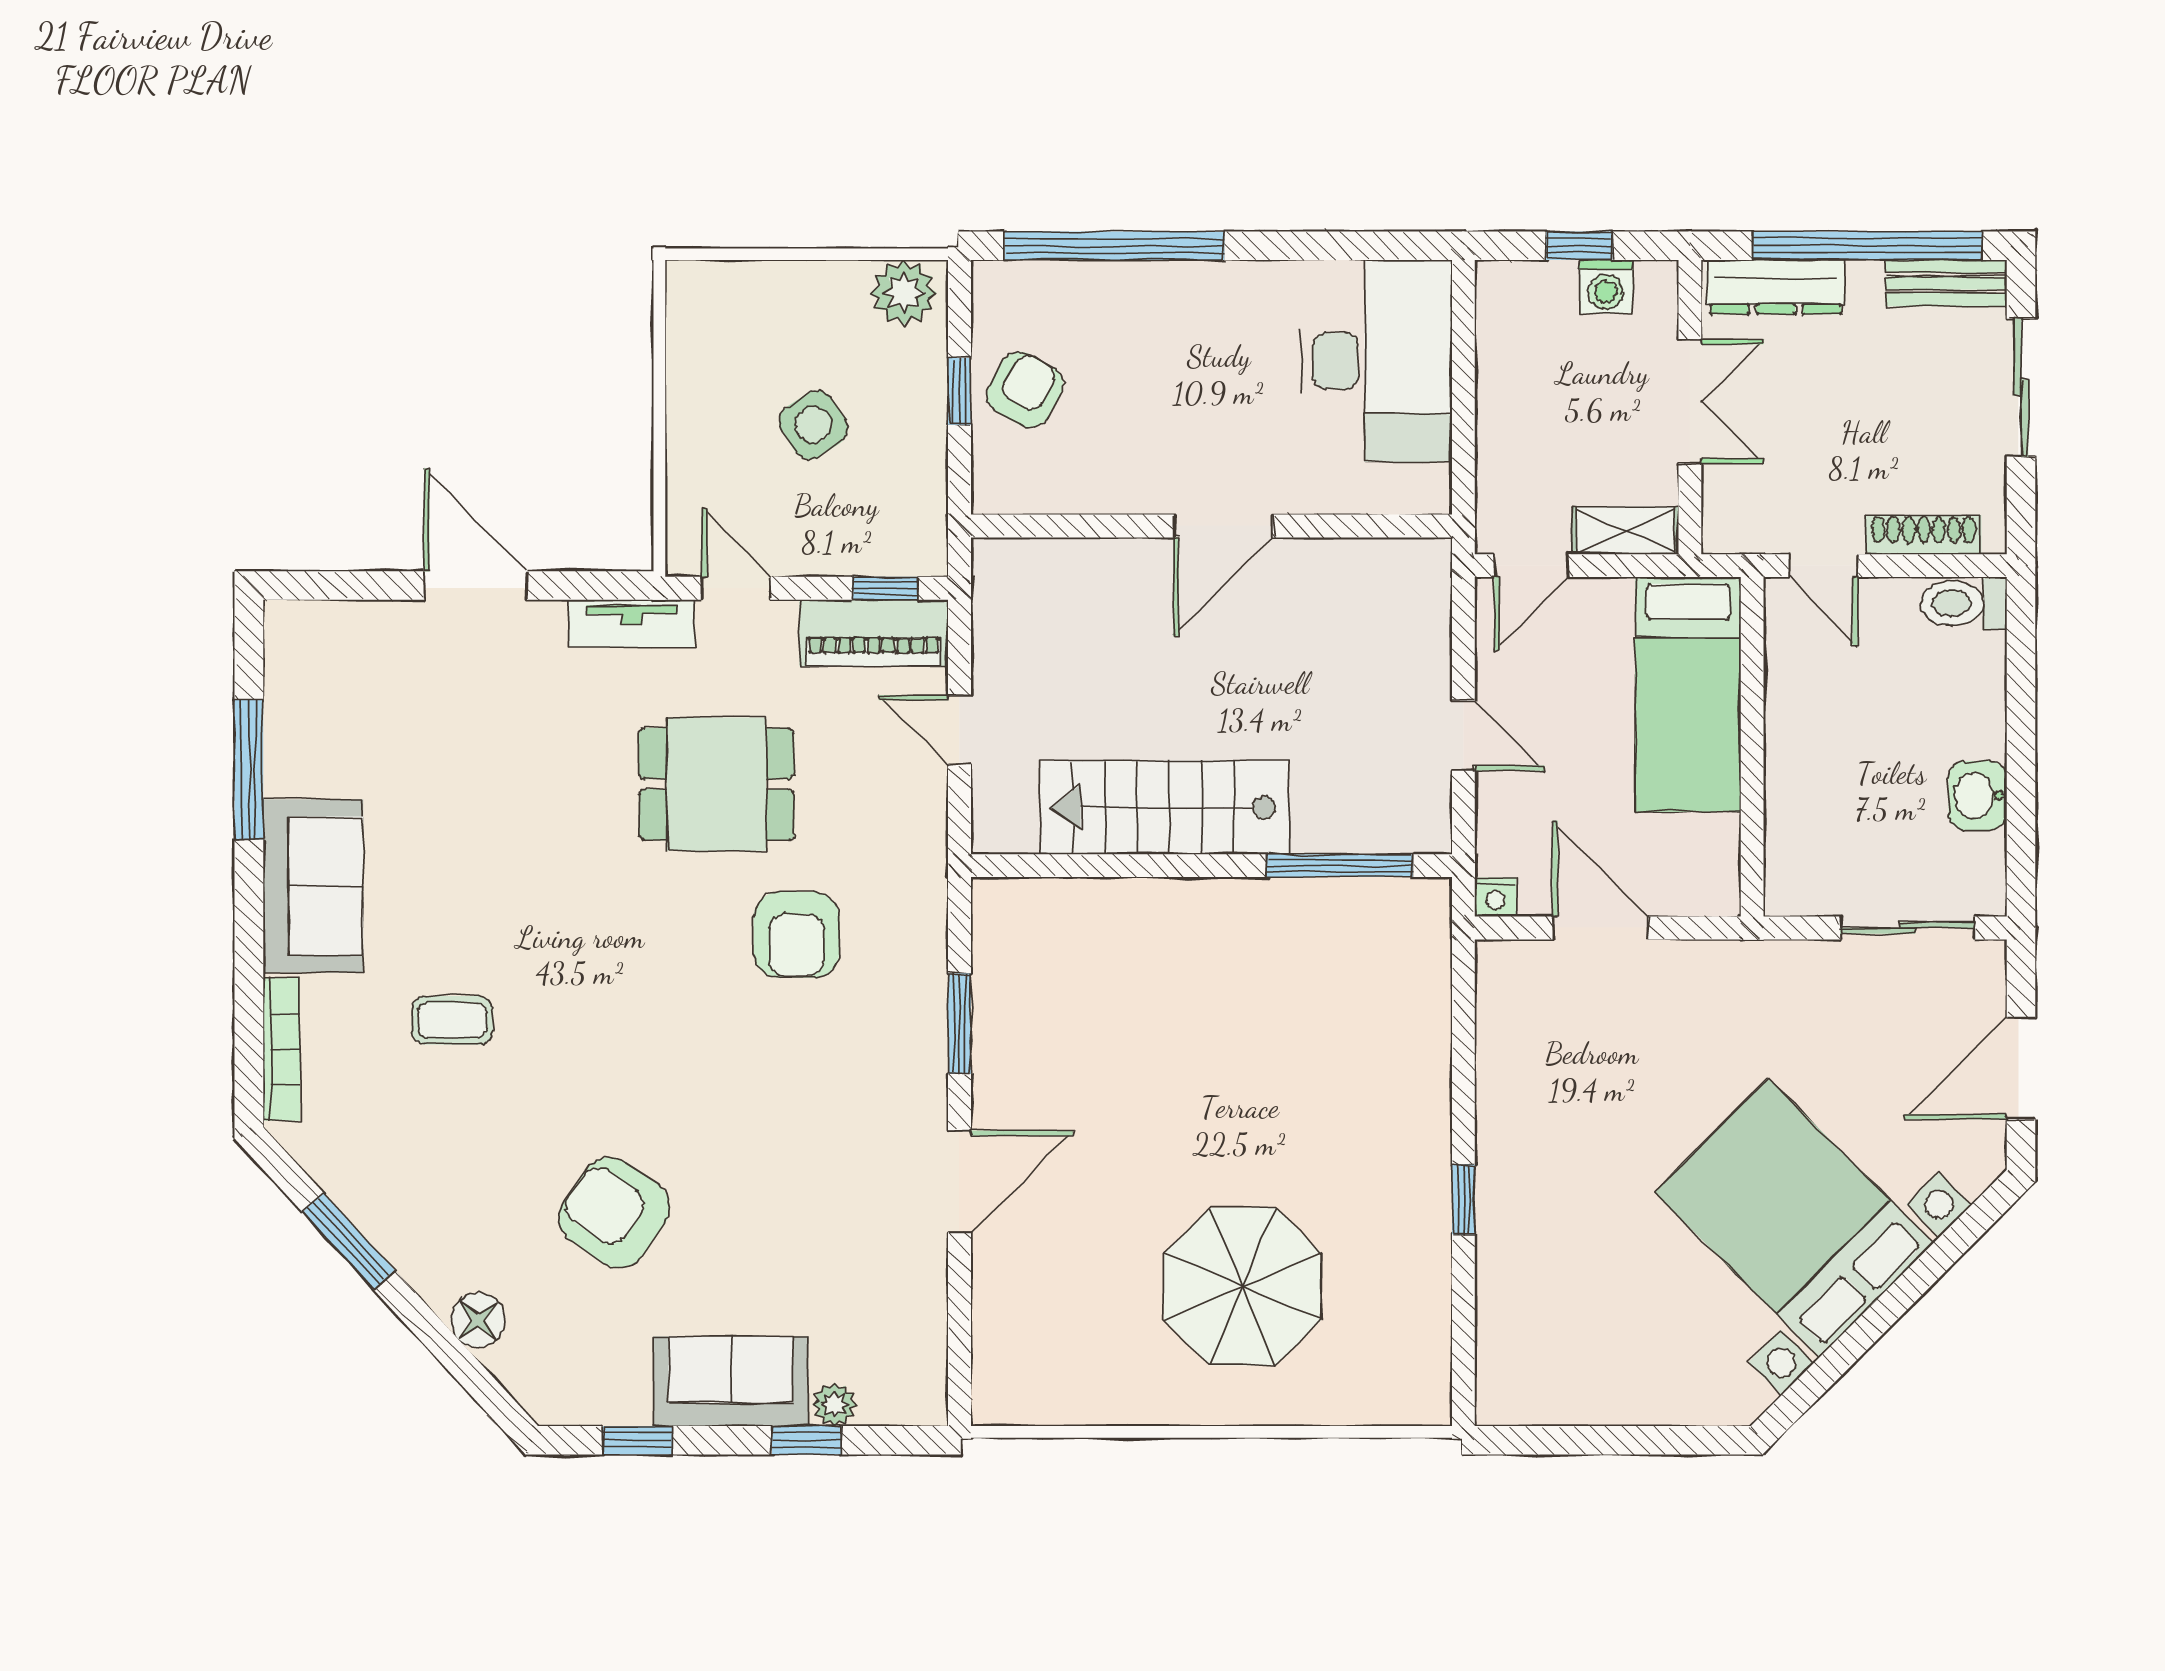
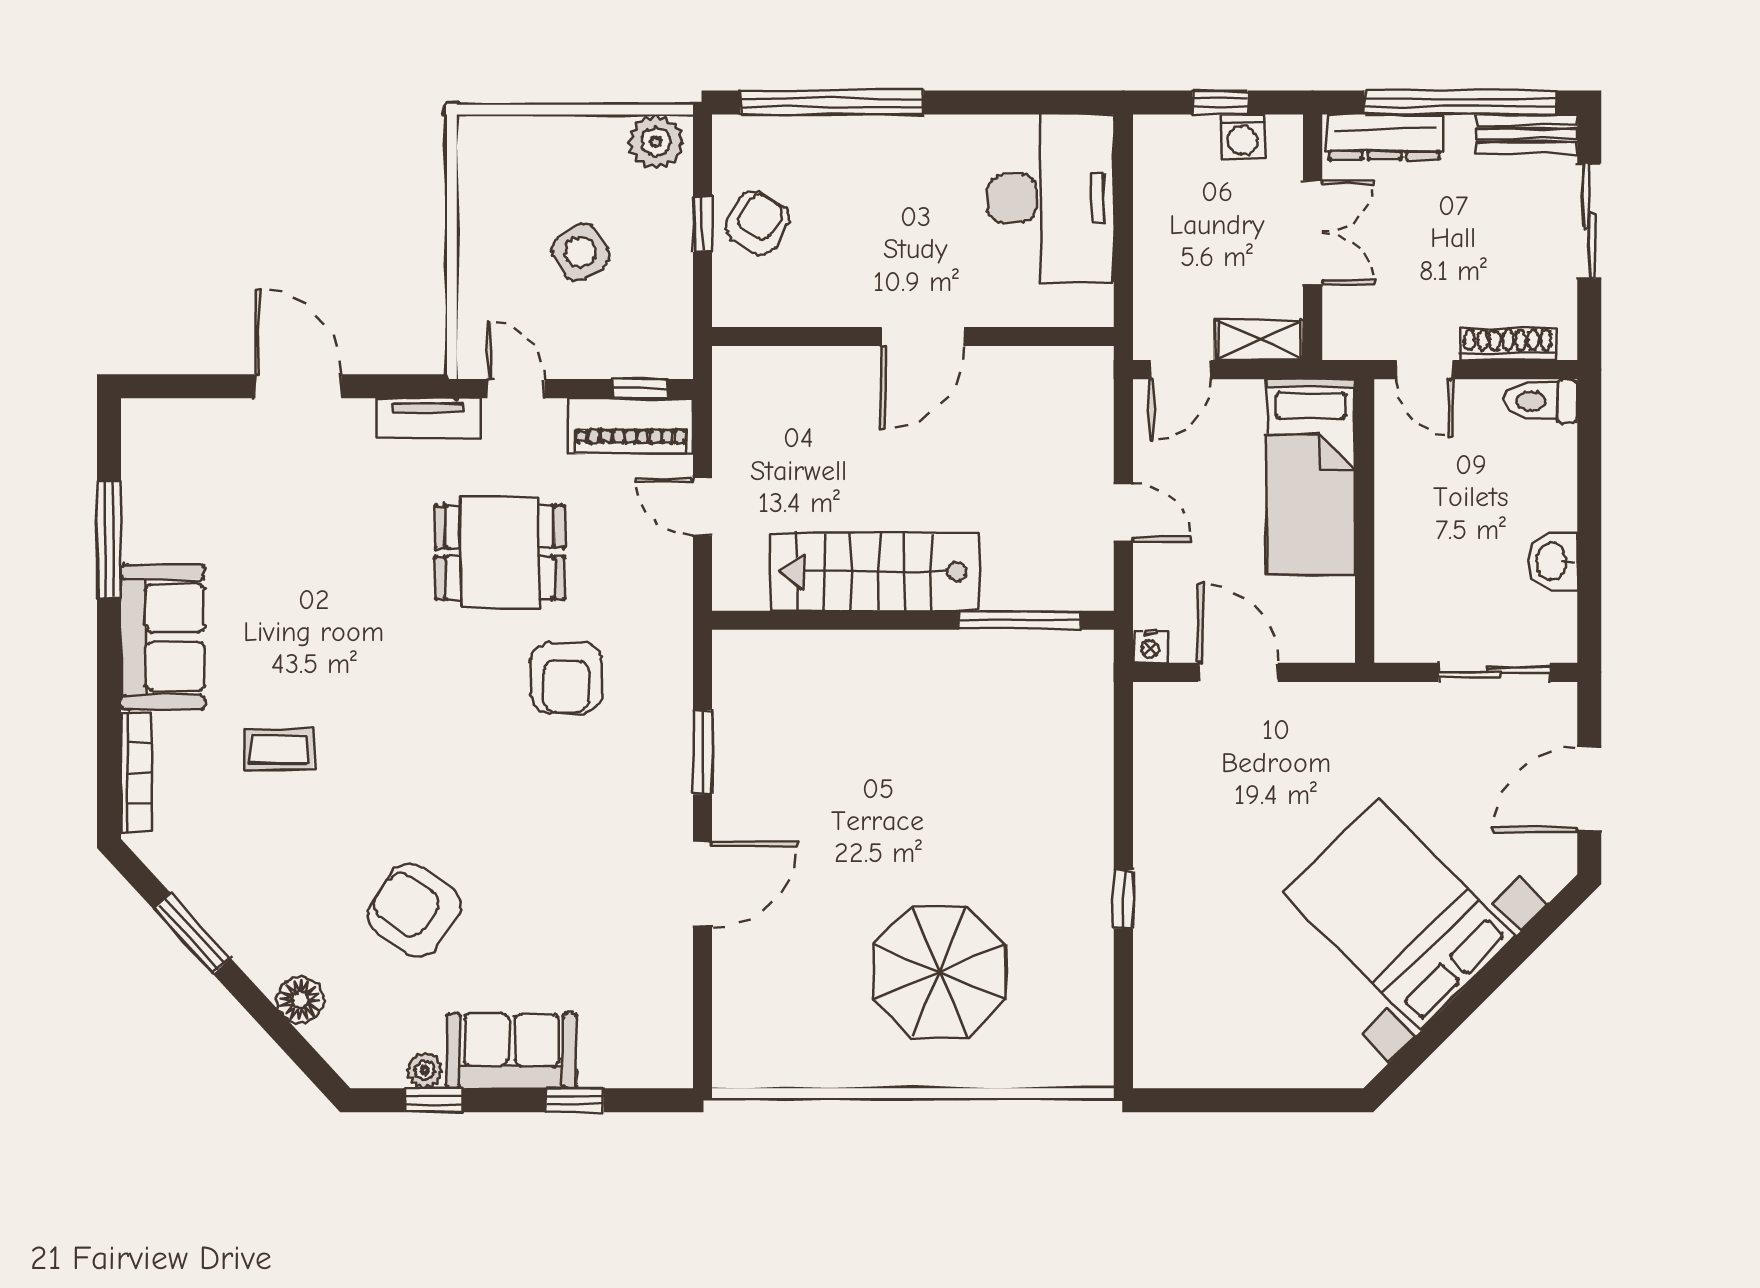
plant: (835, 1404) -> (425, 1070), moved

